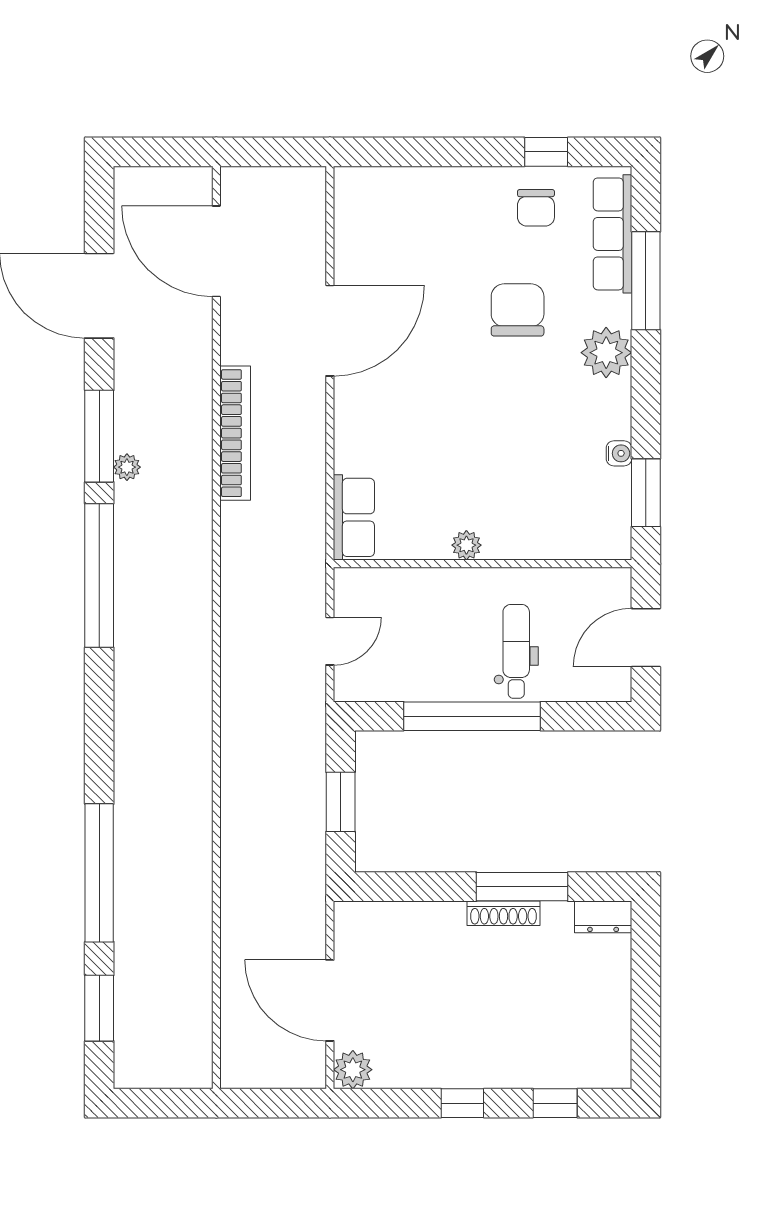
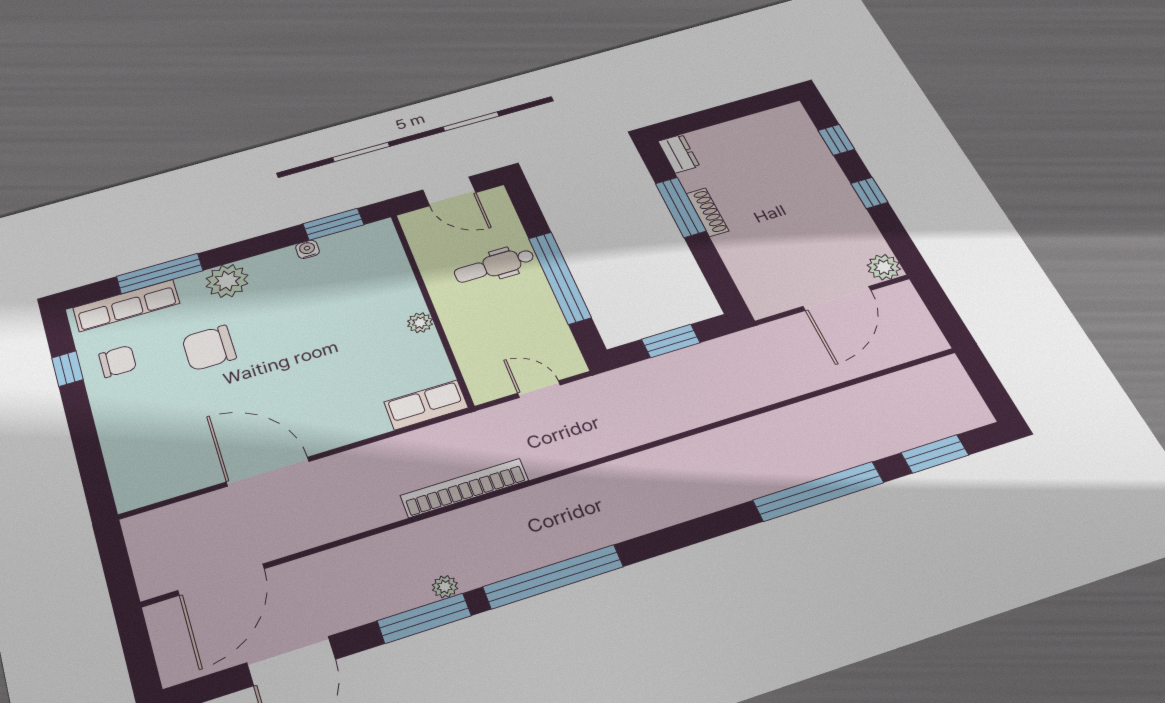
bookcase: (235, 433) -> (464, 488), moved

